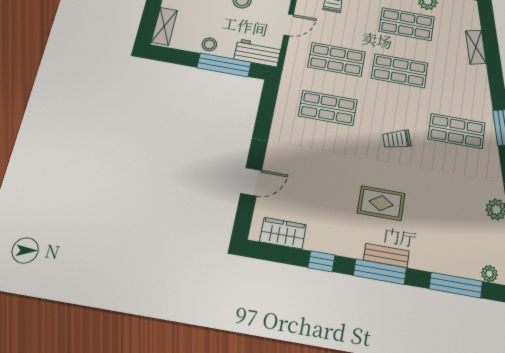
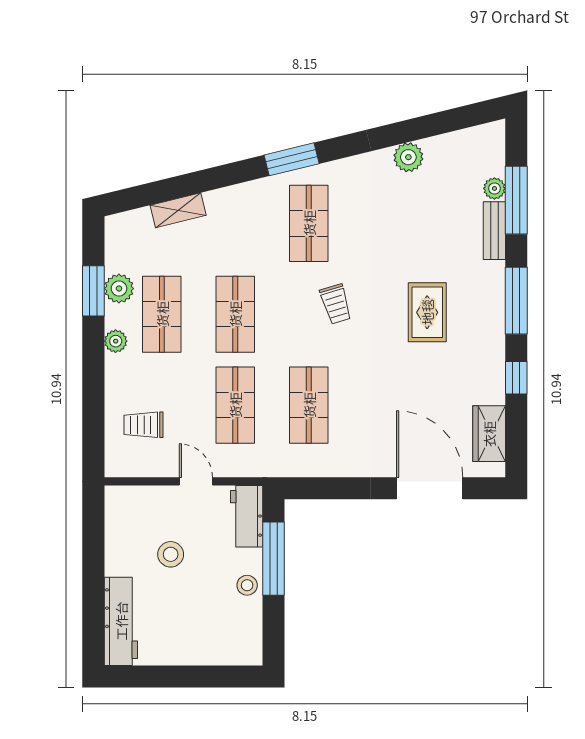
shelving: (164, 26) -> (232, 653), removed
door: (251, 182) -> (430, 488), width x1.88
bench: (386, 255) -> (494, 231), moved
plant: (489, 274) -> (494, 188), moved

